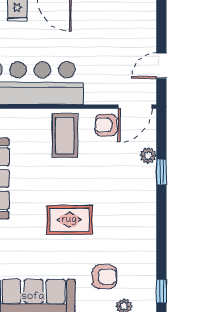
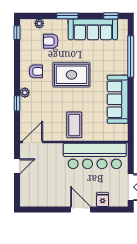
armchair: (106, 125) -> (36, 71), moved
plant: (148, 156) -> (25, 93), moved
rug: (69, 220) -> (72, 75), width x1.36, depth x1.43

